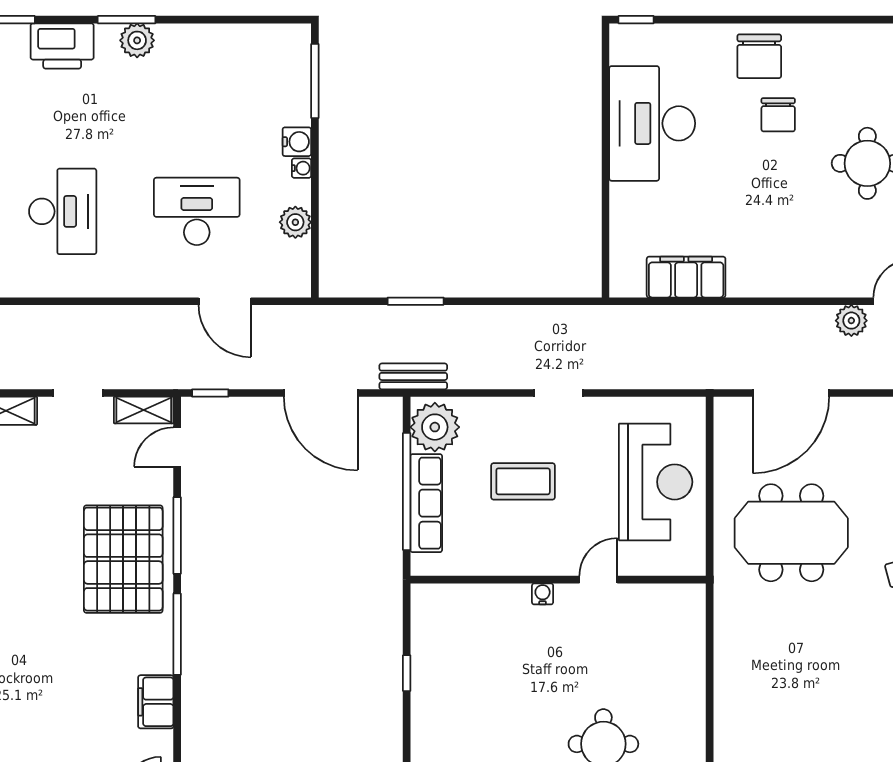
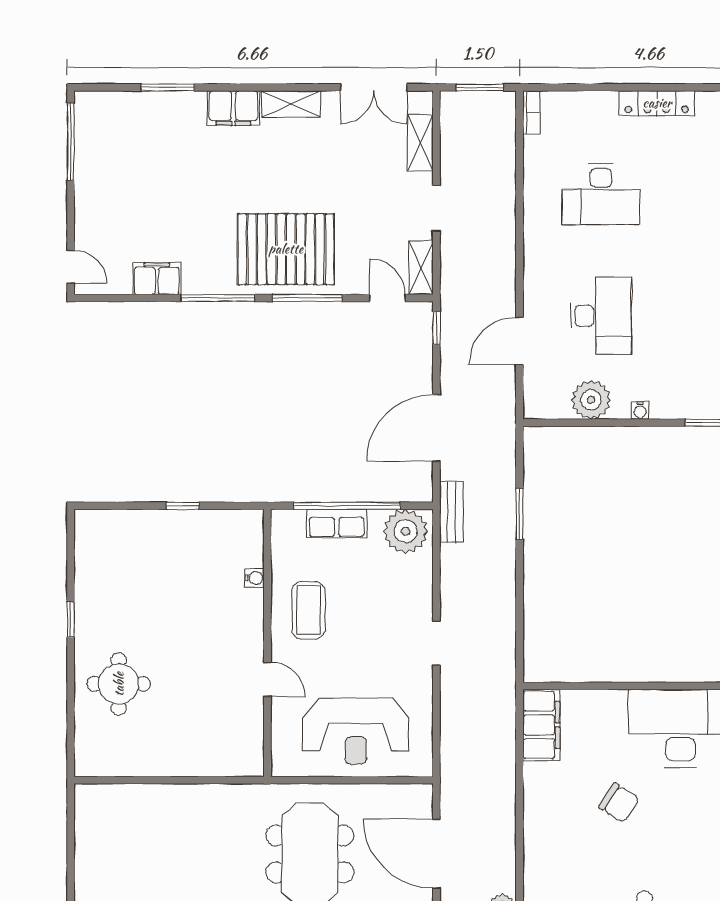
chair: (778, 115) -> (619, 803), moved, turned -147
water cooler: (297, 142) -> (664, 406), removed
plant: (295, 222) -> (591, 400), width x1.36, depth x1.36
filing cabinet: (686, 277) -> (541, 725), moved
coffee table: (523, 481) -> (308, 610), moved
row of seats: (426, 503) -> (337, 524), width x0.68
water cooler: (543, 594) -> (254, 578), moved

